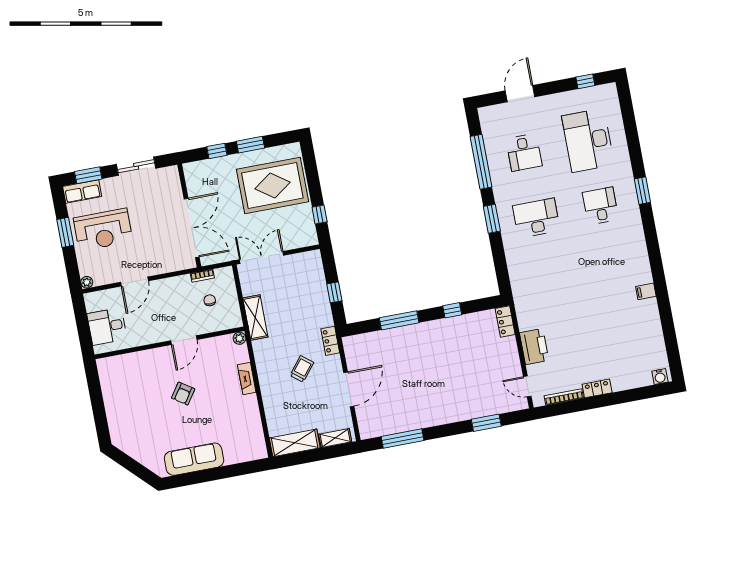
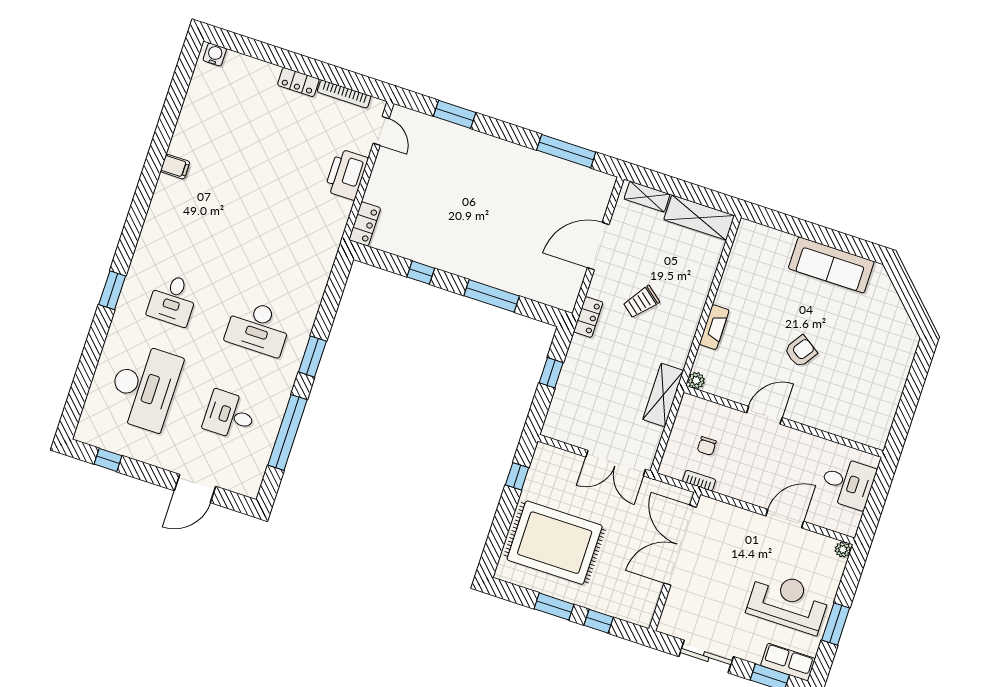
desk: (524, 152) -> (229, 415), turned -90

